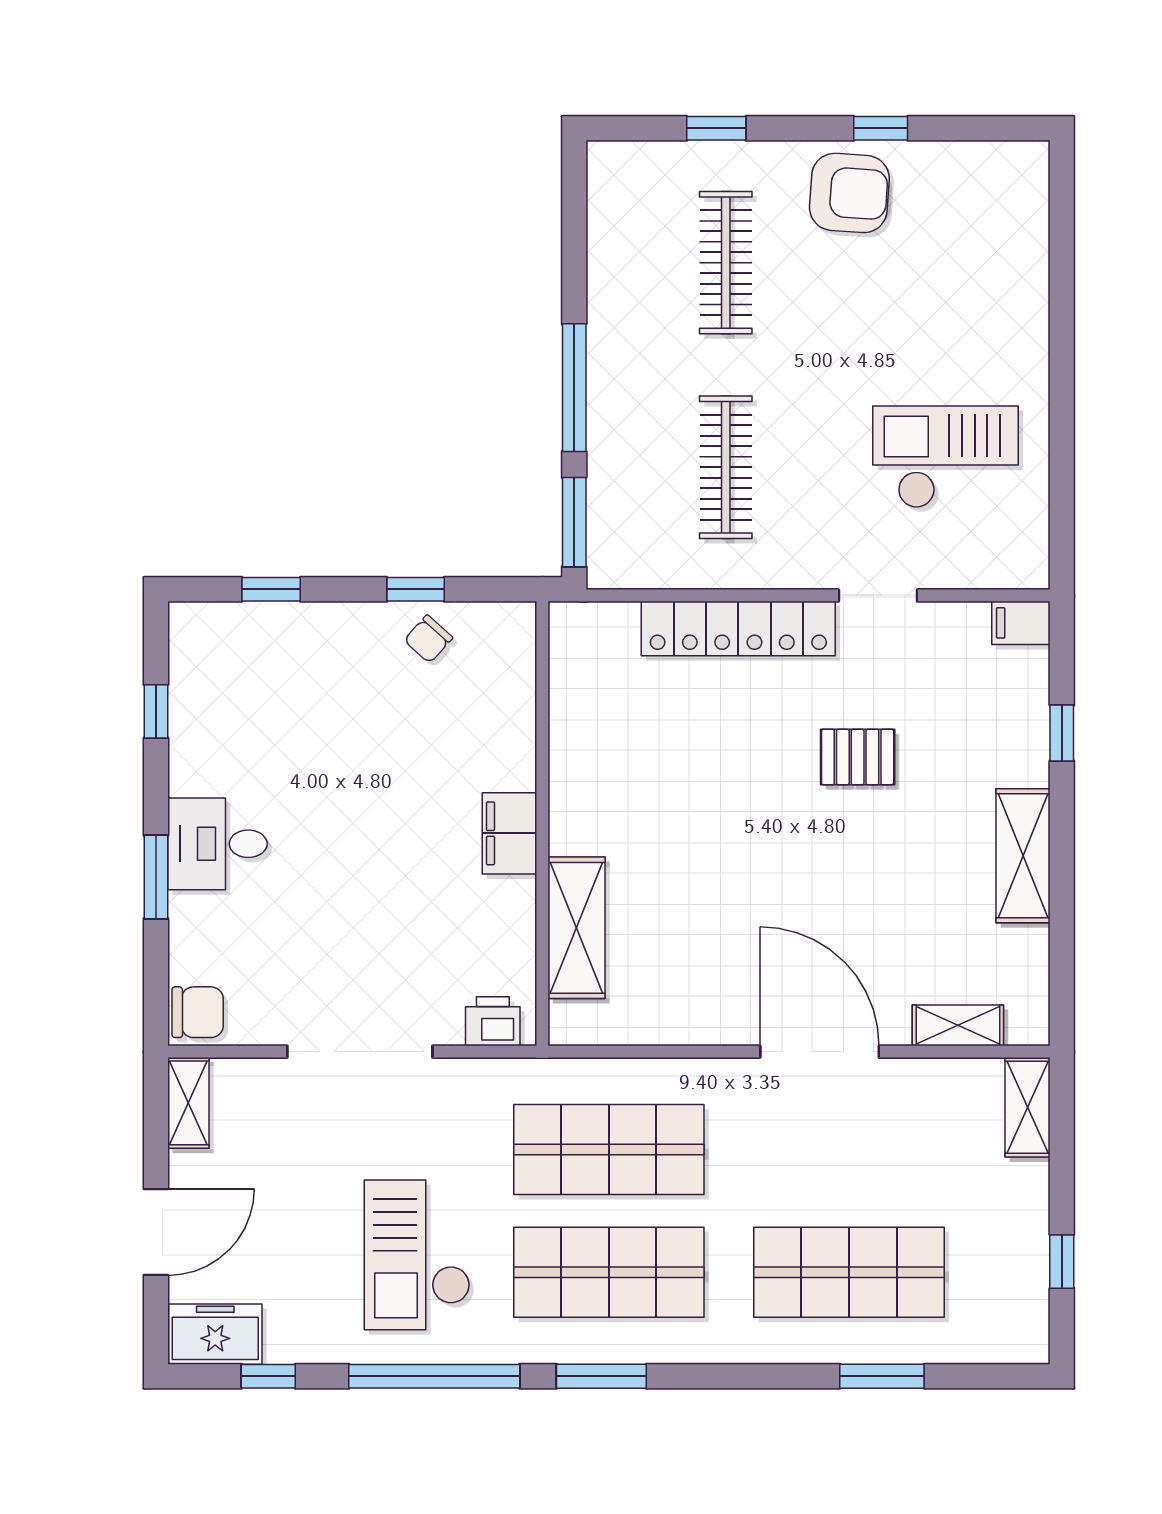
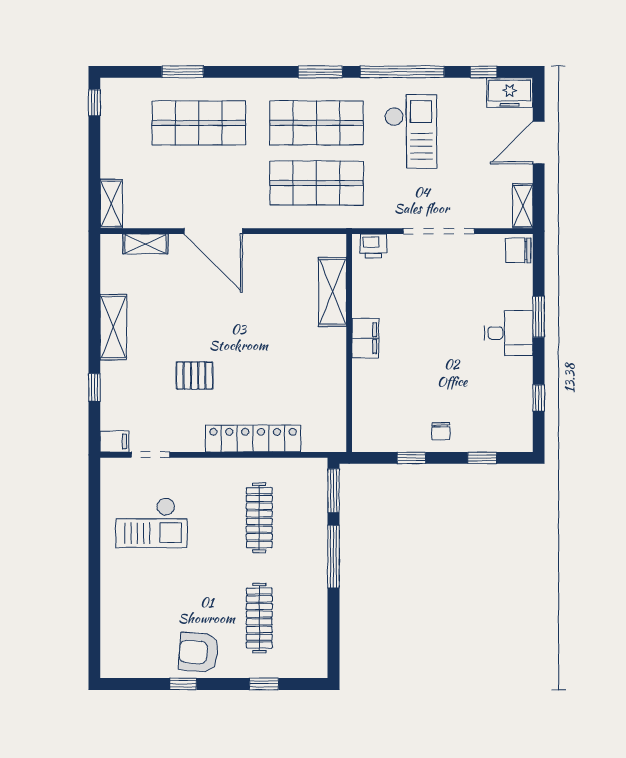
doorway: (878, 595) -> (151, 455), moved
chair: (428, 639) -> (441, 431), moved, turned 138
window: (1062, 1262) -> (94, 103), moved

